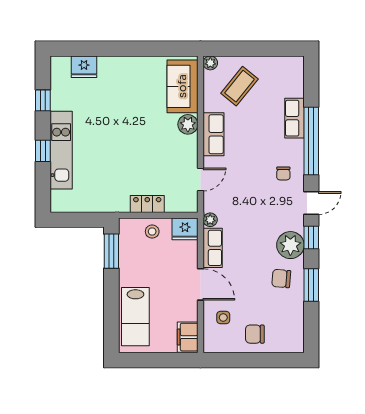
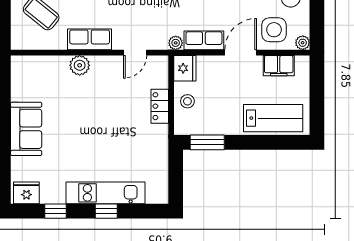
plant: (210, 63) -> (303, 43), moved
fridge: (84, 67) -> (26, 193), moved, turned -90
sofa: (182, 86) -> (26, 129), moved, turned -90
door: (201, 179) -> (135, 53), swing flipped
side table: (223, 317) -> (274, 30), width x1.87, depth x1.87
filing cabinet: (188, 337) -> (279, 66), moved

